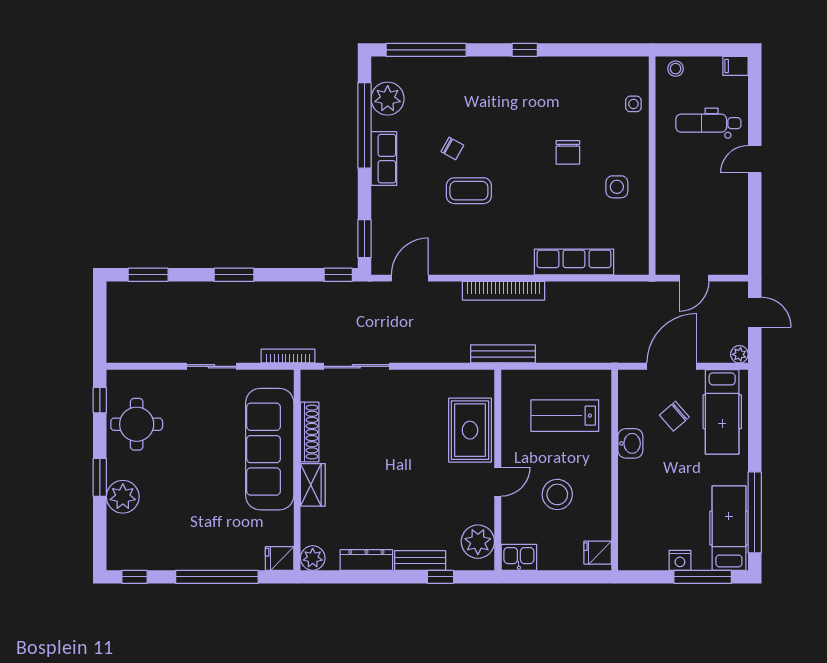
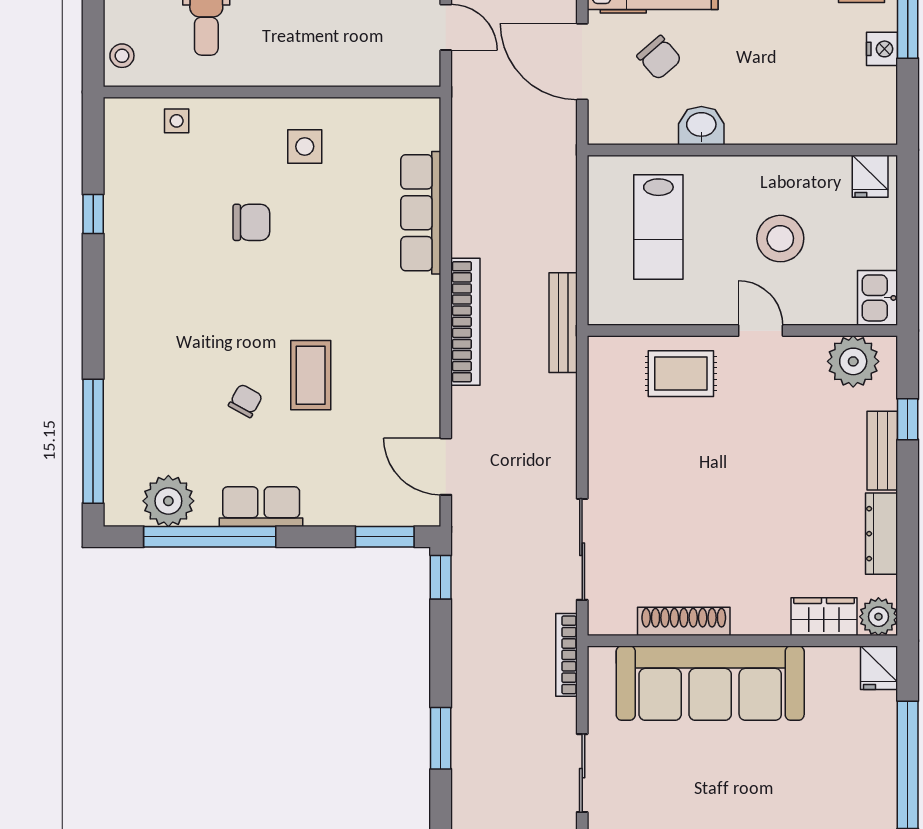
window: (525, 50) -> (93, 214), moved
rug: (470, 430) -> (681, 374), width x0.73, depth x0.70
wardrobe: (313, 485) -> (824, 617), moved

